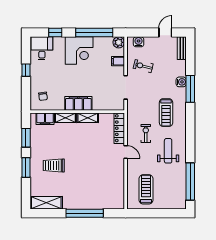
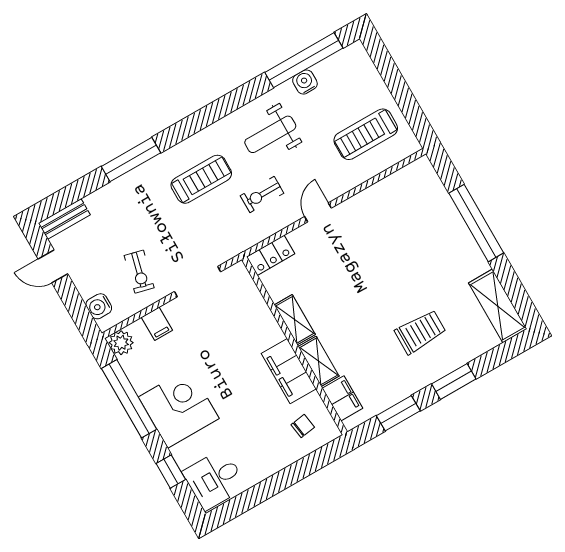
window: (26, 70) -> (272, 486), removed
water cooler: (181, 82) -> (305, 82), moved
filing cabinet: (78, 103) -> (289, 371), moved
locker: (119, 128) -> (271, 255), width x0.66
trolley: (54, 166) -> (420, 332), turned -90

